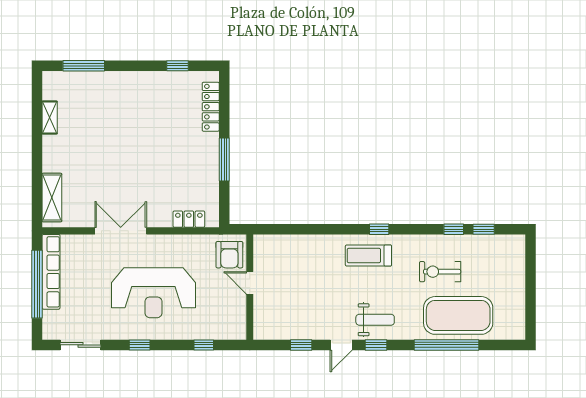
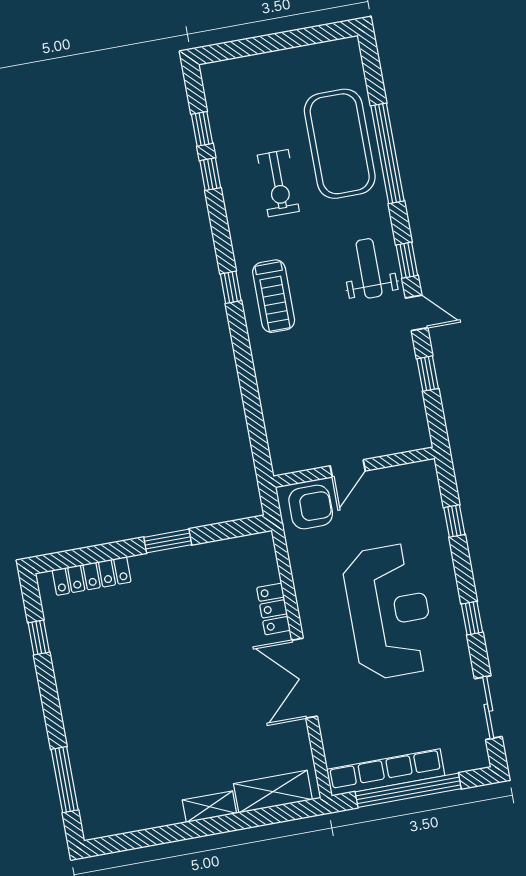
shelving: (50, 118) -> (209, 807), moved
window: (224, 159) -> (168, 541), width x0.69
locker: (189, 219) -> (274, 609), moved

